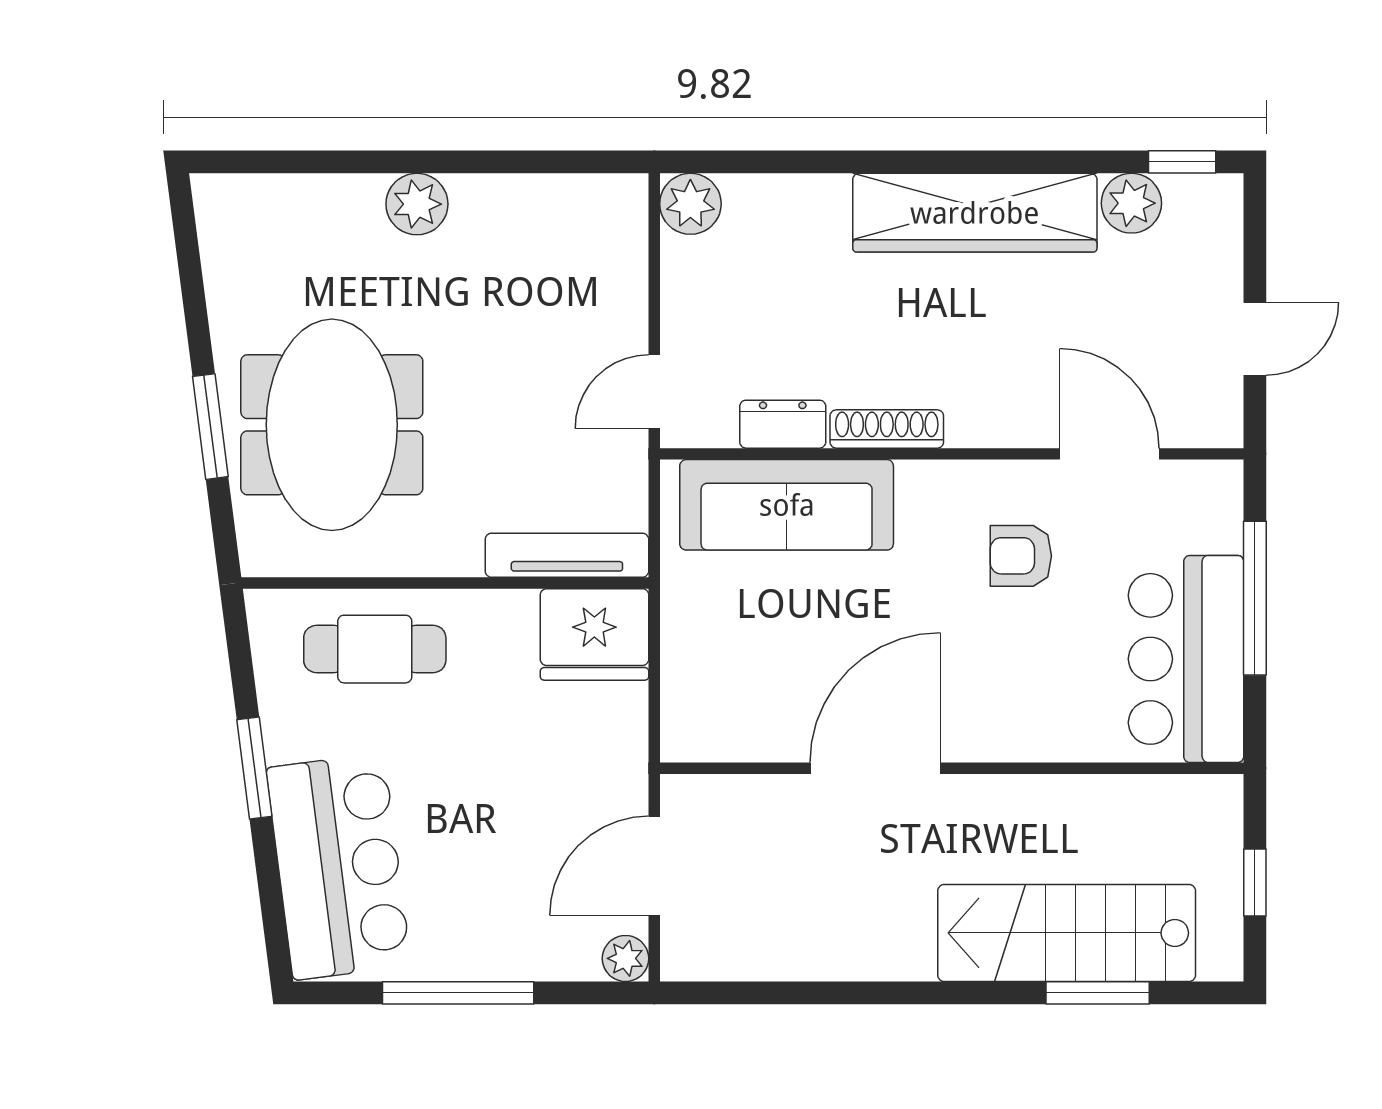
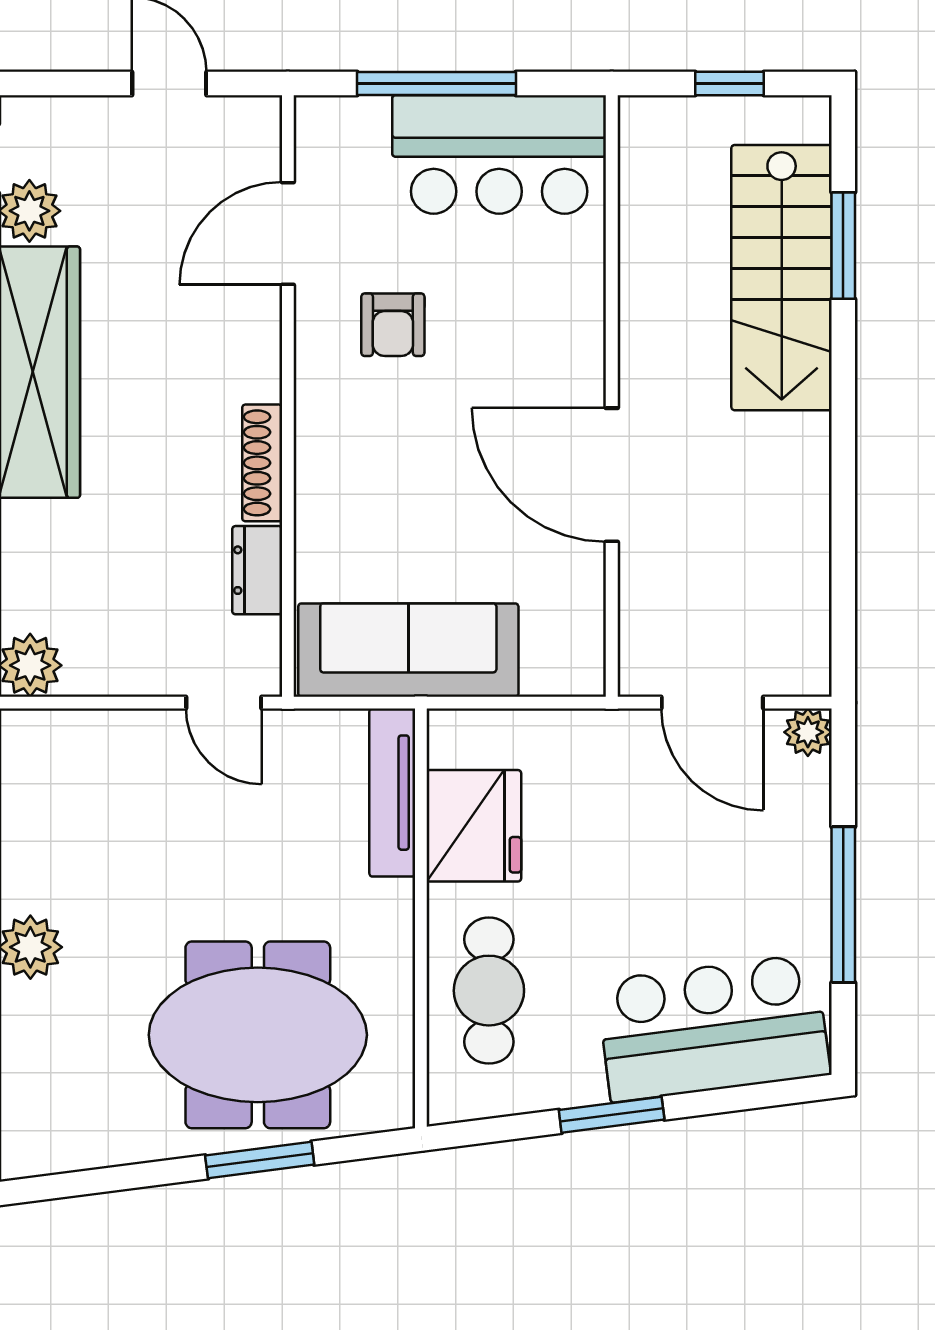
sofa: (787, 505) -> (408, 650), moved, turned -90
fridge: (594, 634) -> (474, 826), moved

